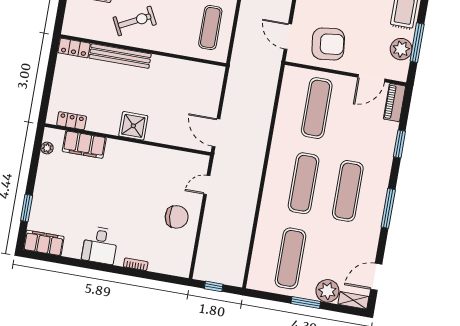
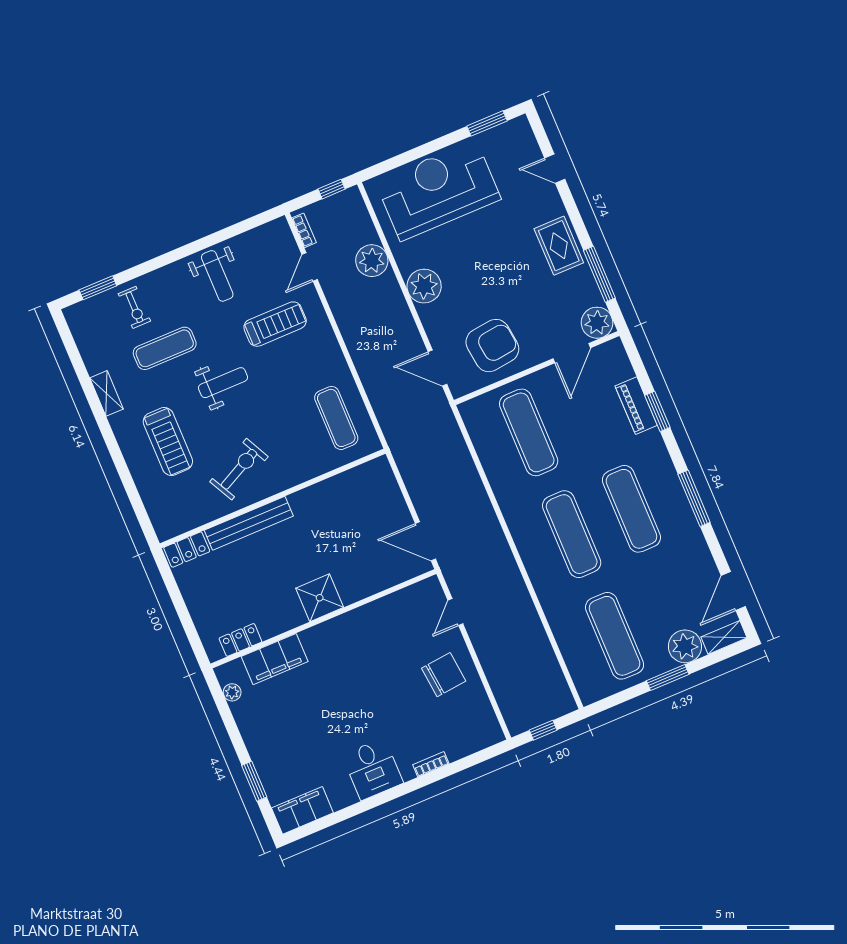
plant: (401, 49) -> (597, 323), moved
piano: (395, 103) -> (636, 406), moved

